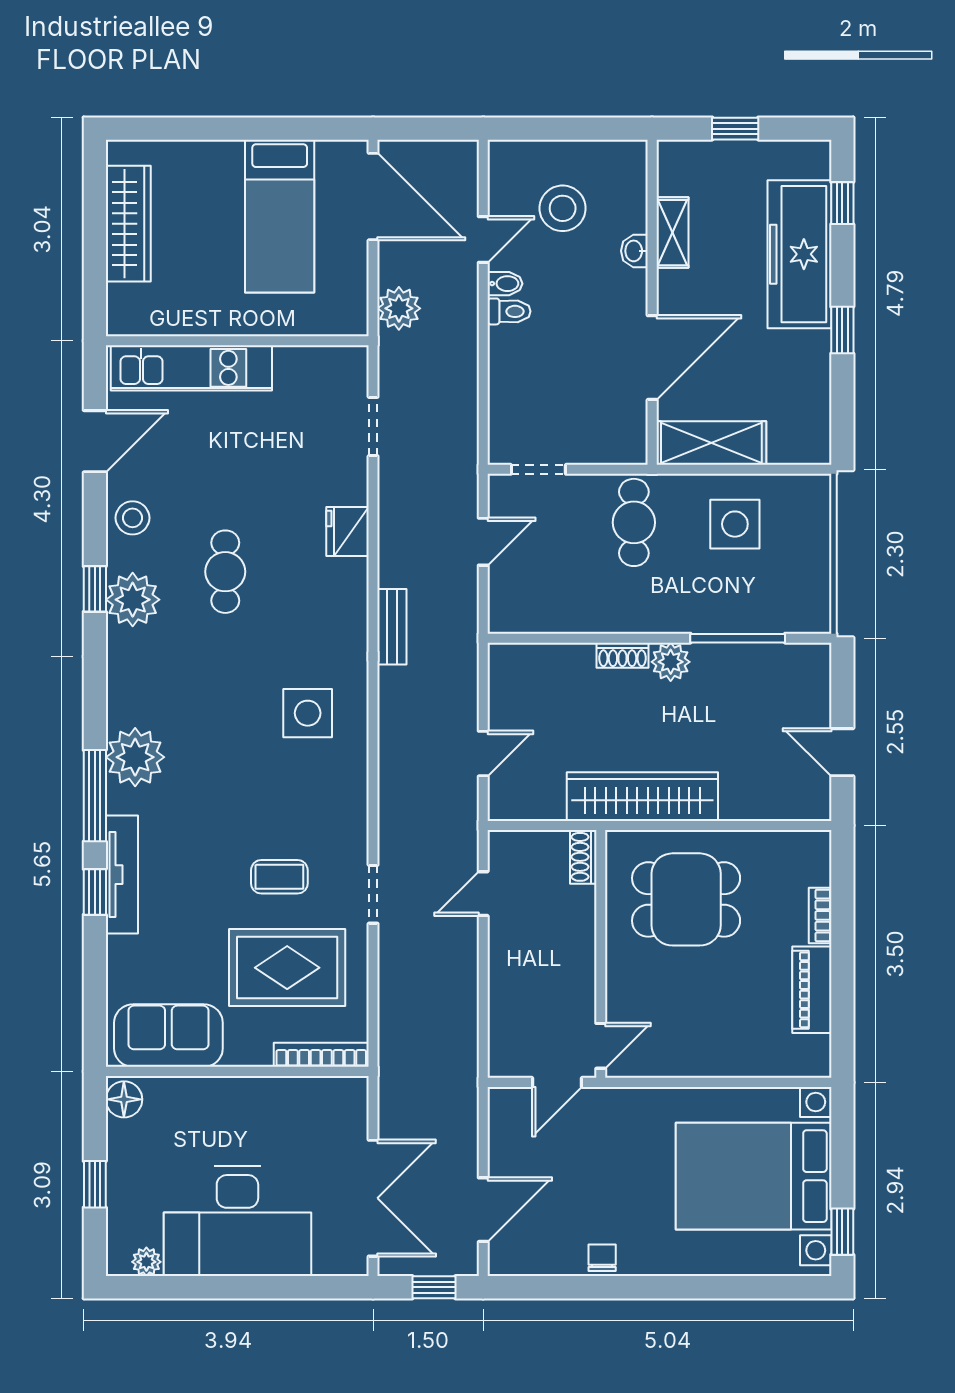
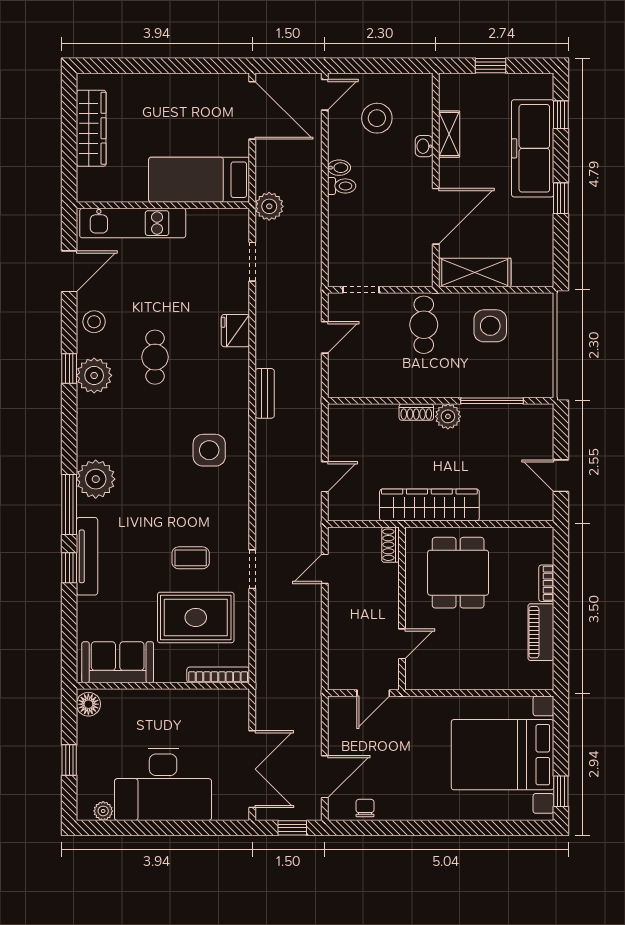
bed: (280, 216) -> (199, 180), moved, turned 90
door: (483, 240) -> (325, 95), moved
plant: (399, 308) -> (269, 206), moved
dining table: (686, 899) -> (458, 573), turned 90
door: (601, 1046) -> (402, 644), moved
chair: (602, 1258) -> (365, 808), moved

